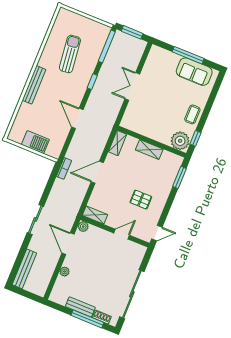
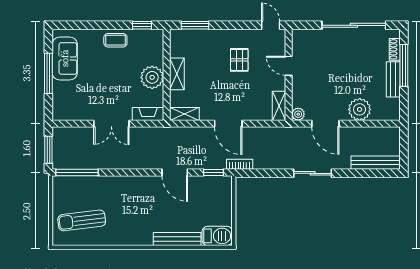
sun lounger: (70, 54) -> (82, 220), moved
window: (92, 82) -> (213, 172), moved
bench: (34, 85) -> (177, 239), moved
fireplace: (128, 116) -> (148, 114), added
door: (77, 118) -> (175, 172), hinge flipped
plant: (180, 141) -> (152, 77), moved
barbecue: (35, 142) -> (217, 236), moved, turned 90
door: (68, 244) -> (325, 124), hinge flipped
plant: (64, 272) -> (360, 109), width x1.87, depth x1.87

